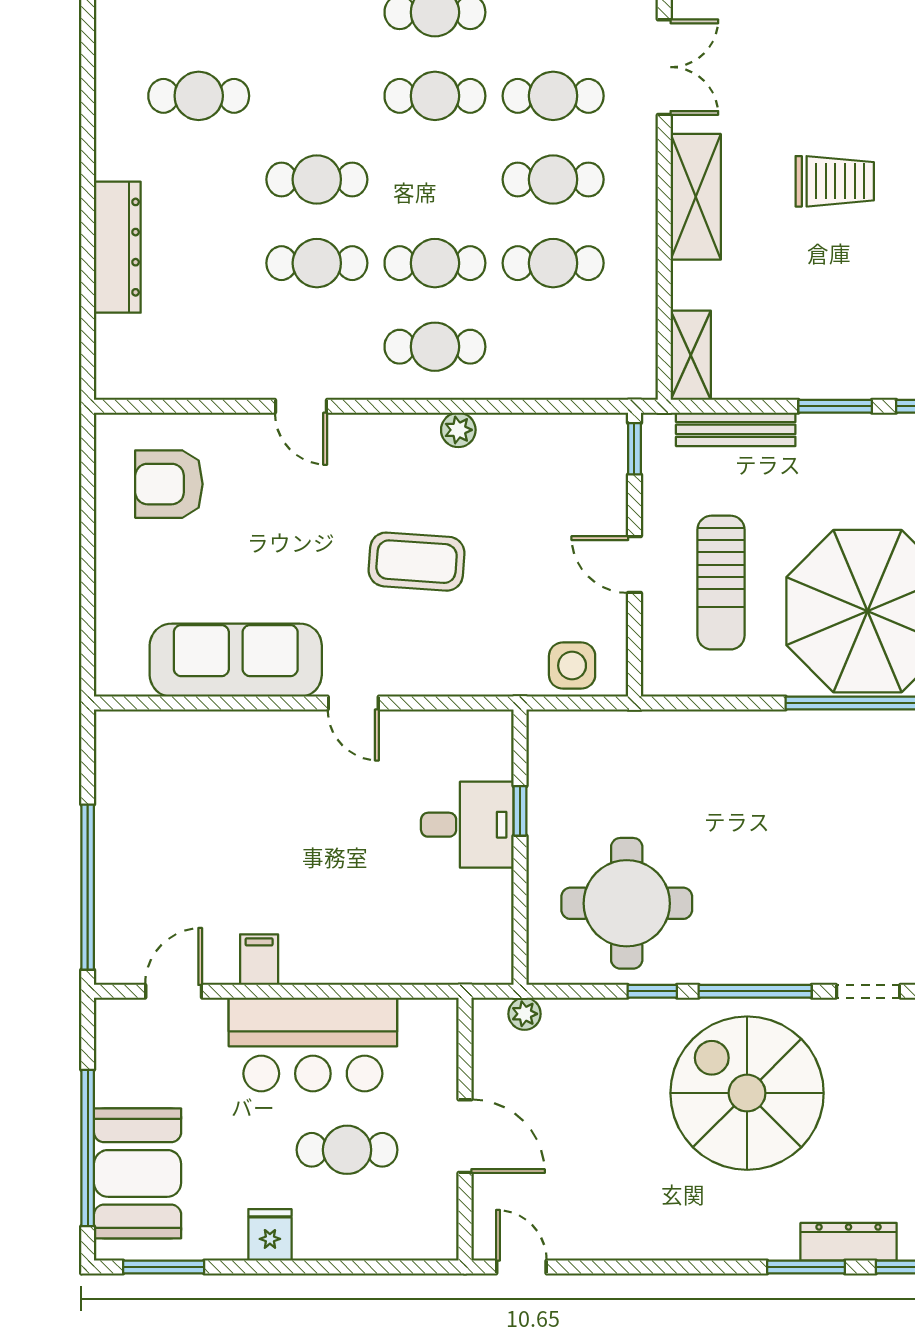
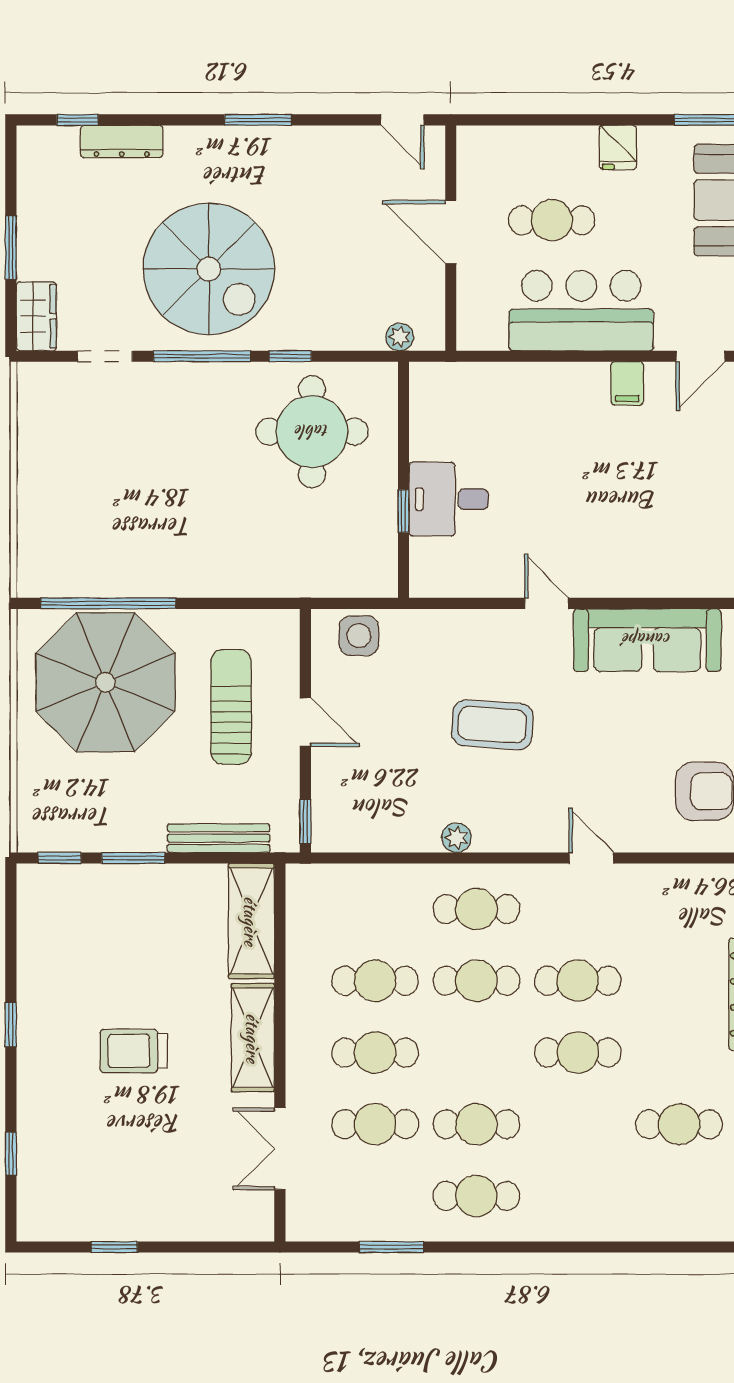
shelving: (691, 355) -> (251, 921), width x1.50, depth x1.33
window: (806, 1267) -> (258, 120), moved

